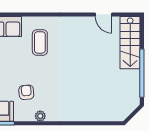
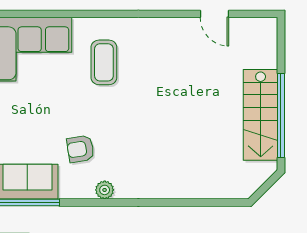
stairs: (130, 43) -> (261, 115), moved
armchair: (26, 92) -> (80, 149), turned -94

